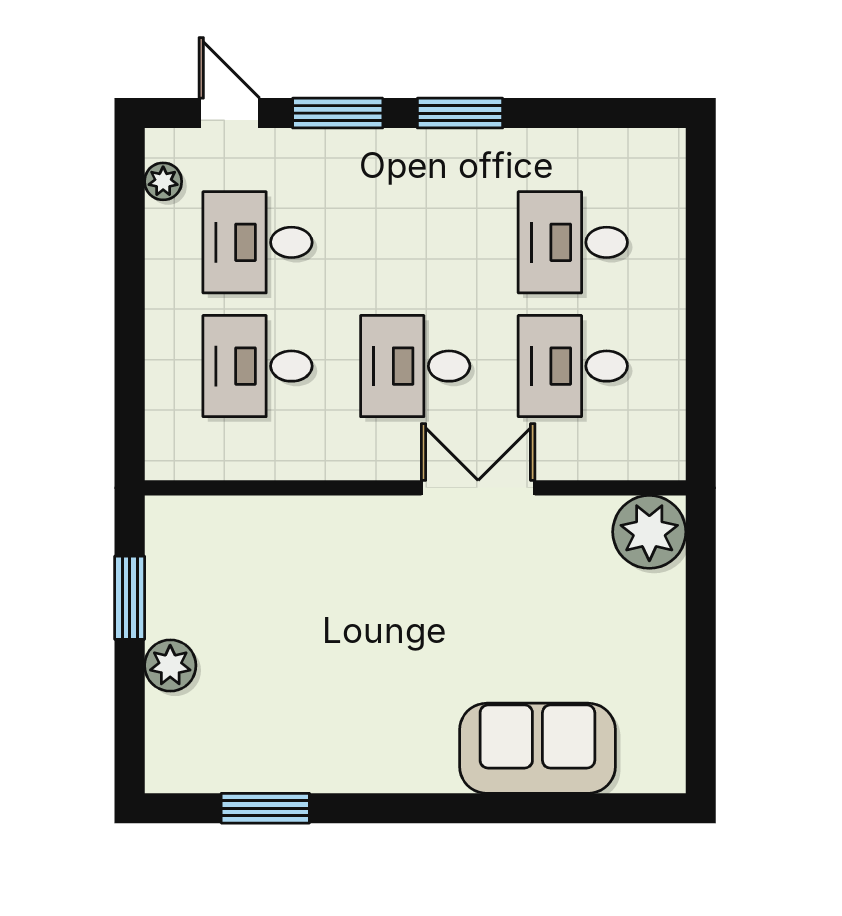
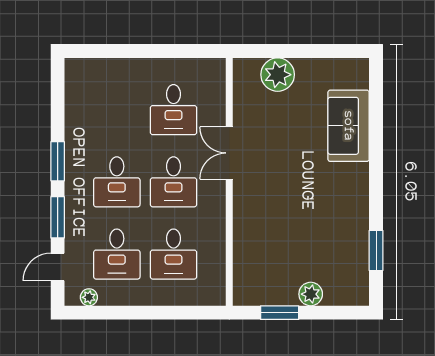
desk: (573, 242) -> (117, 182), moved
plant: (649, 532) -> (278, 75), moved

